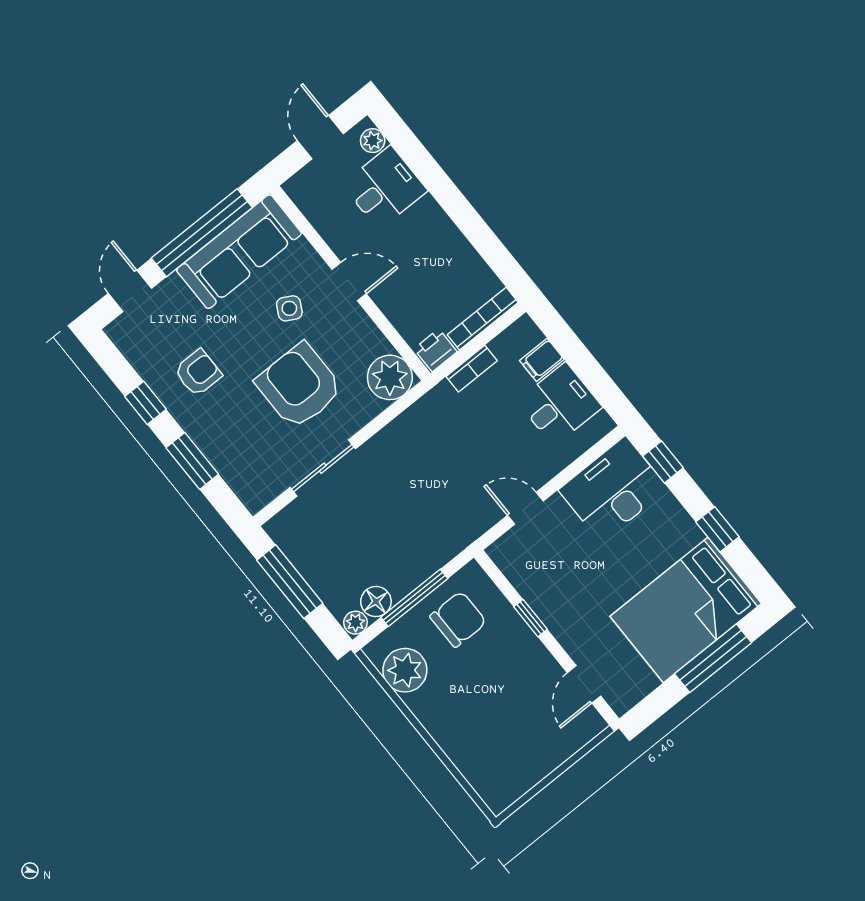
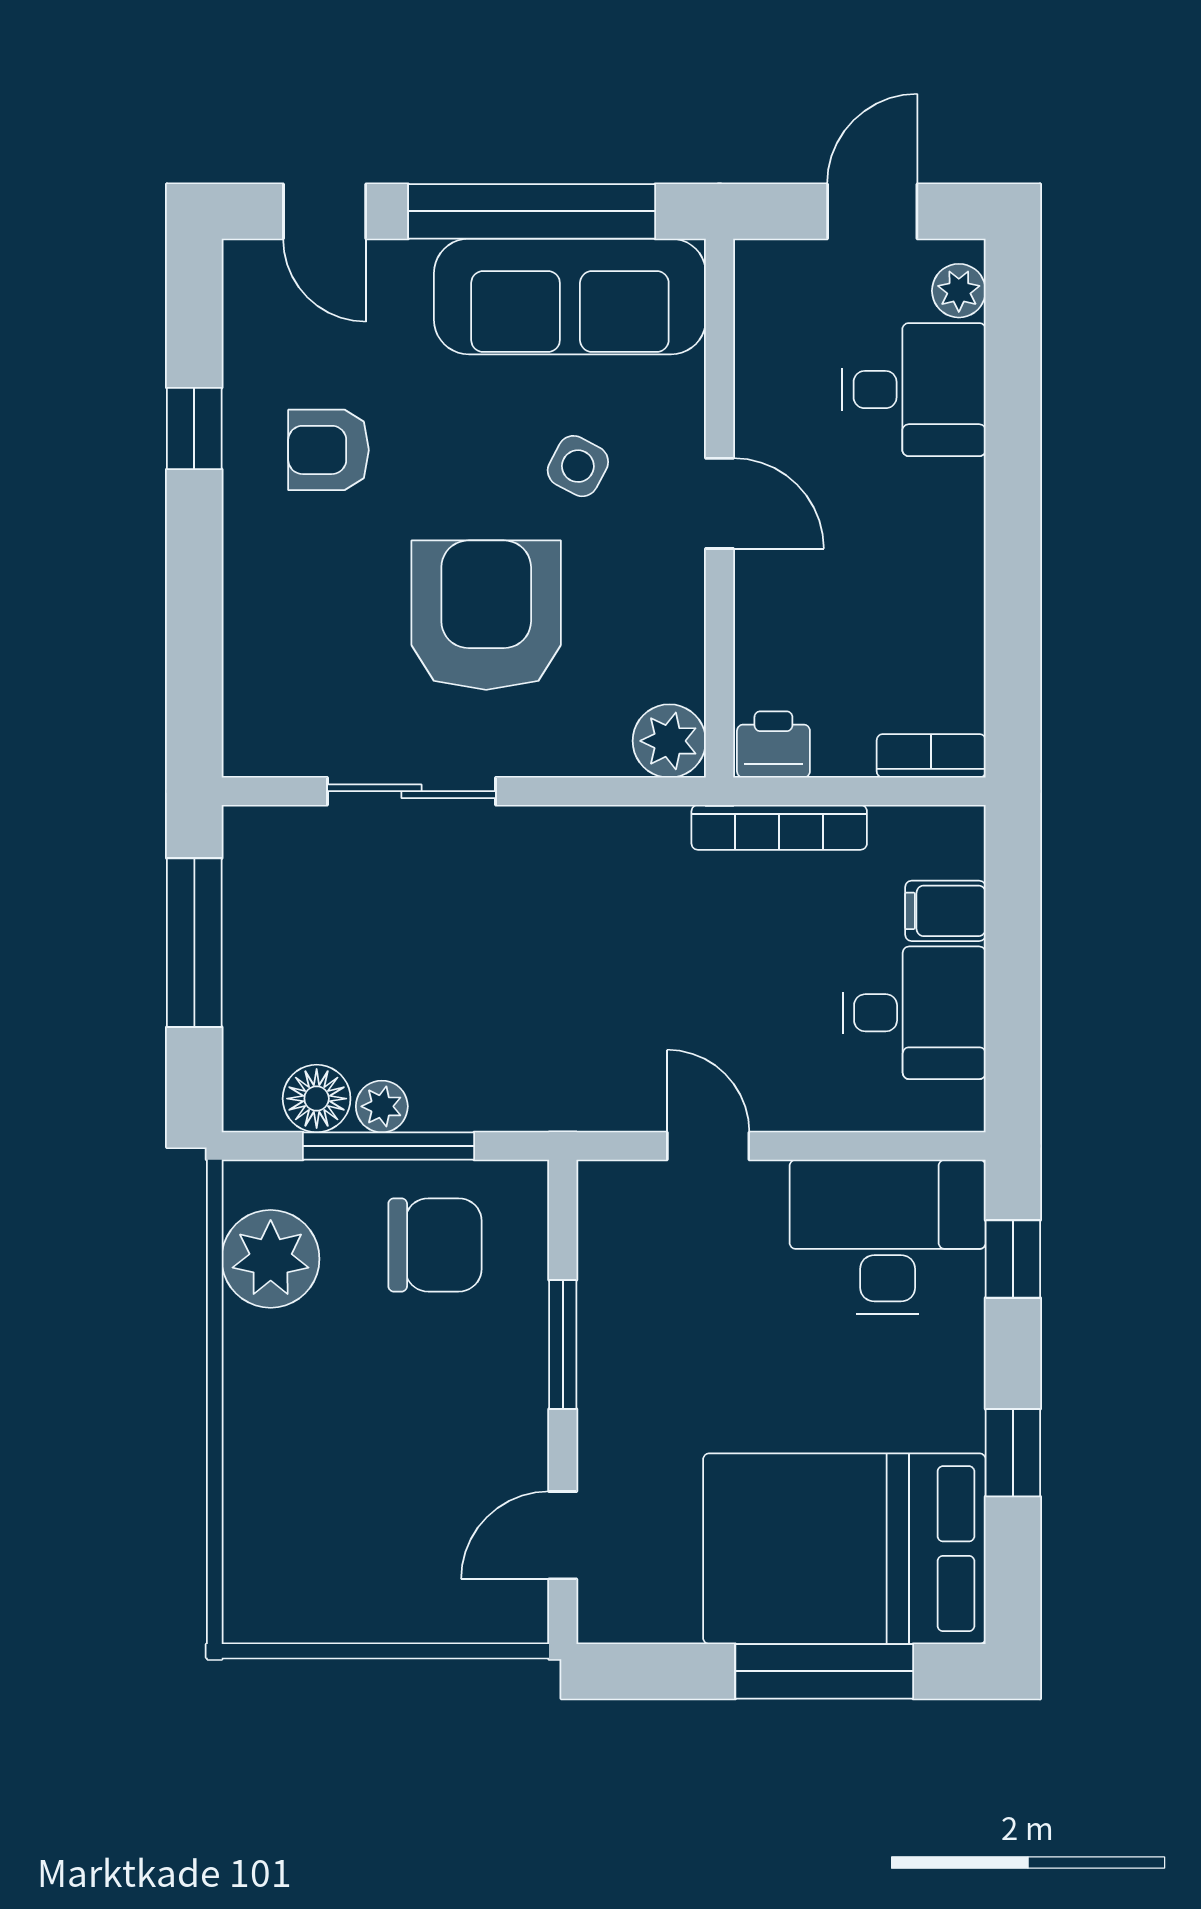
door: (130, 291) -> (325, 211), swing flipped
bookcase: (483, 319) -> (931, 756), width x0.64
bookcase: (472, 369) -> (779, 827), width x1.56
armchair: (198, 373) -> (329, 450), turned 180
plant: (390, 377) -> (669, 741), width x0.73, depth x0.73
window: (192, 461) -> (194, 596), removed
window: (530, 618) -> (563, 1345), width x1.50
plant: (355, 623) -> (382, 1106), moved

